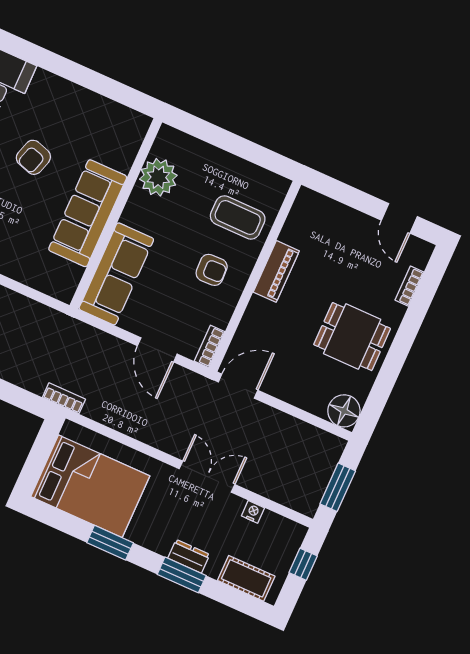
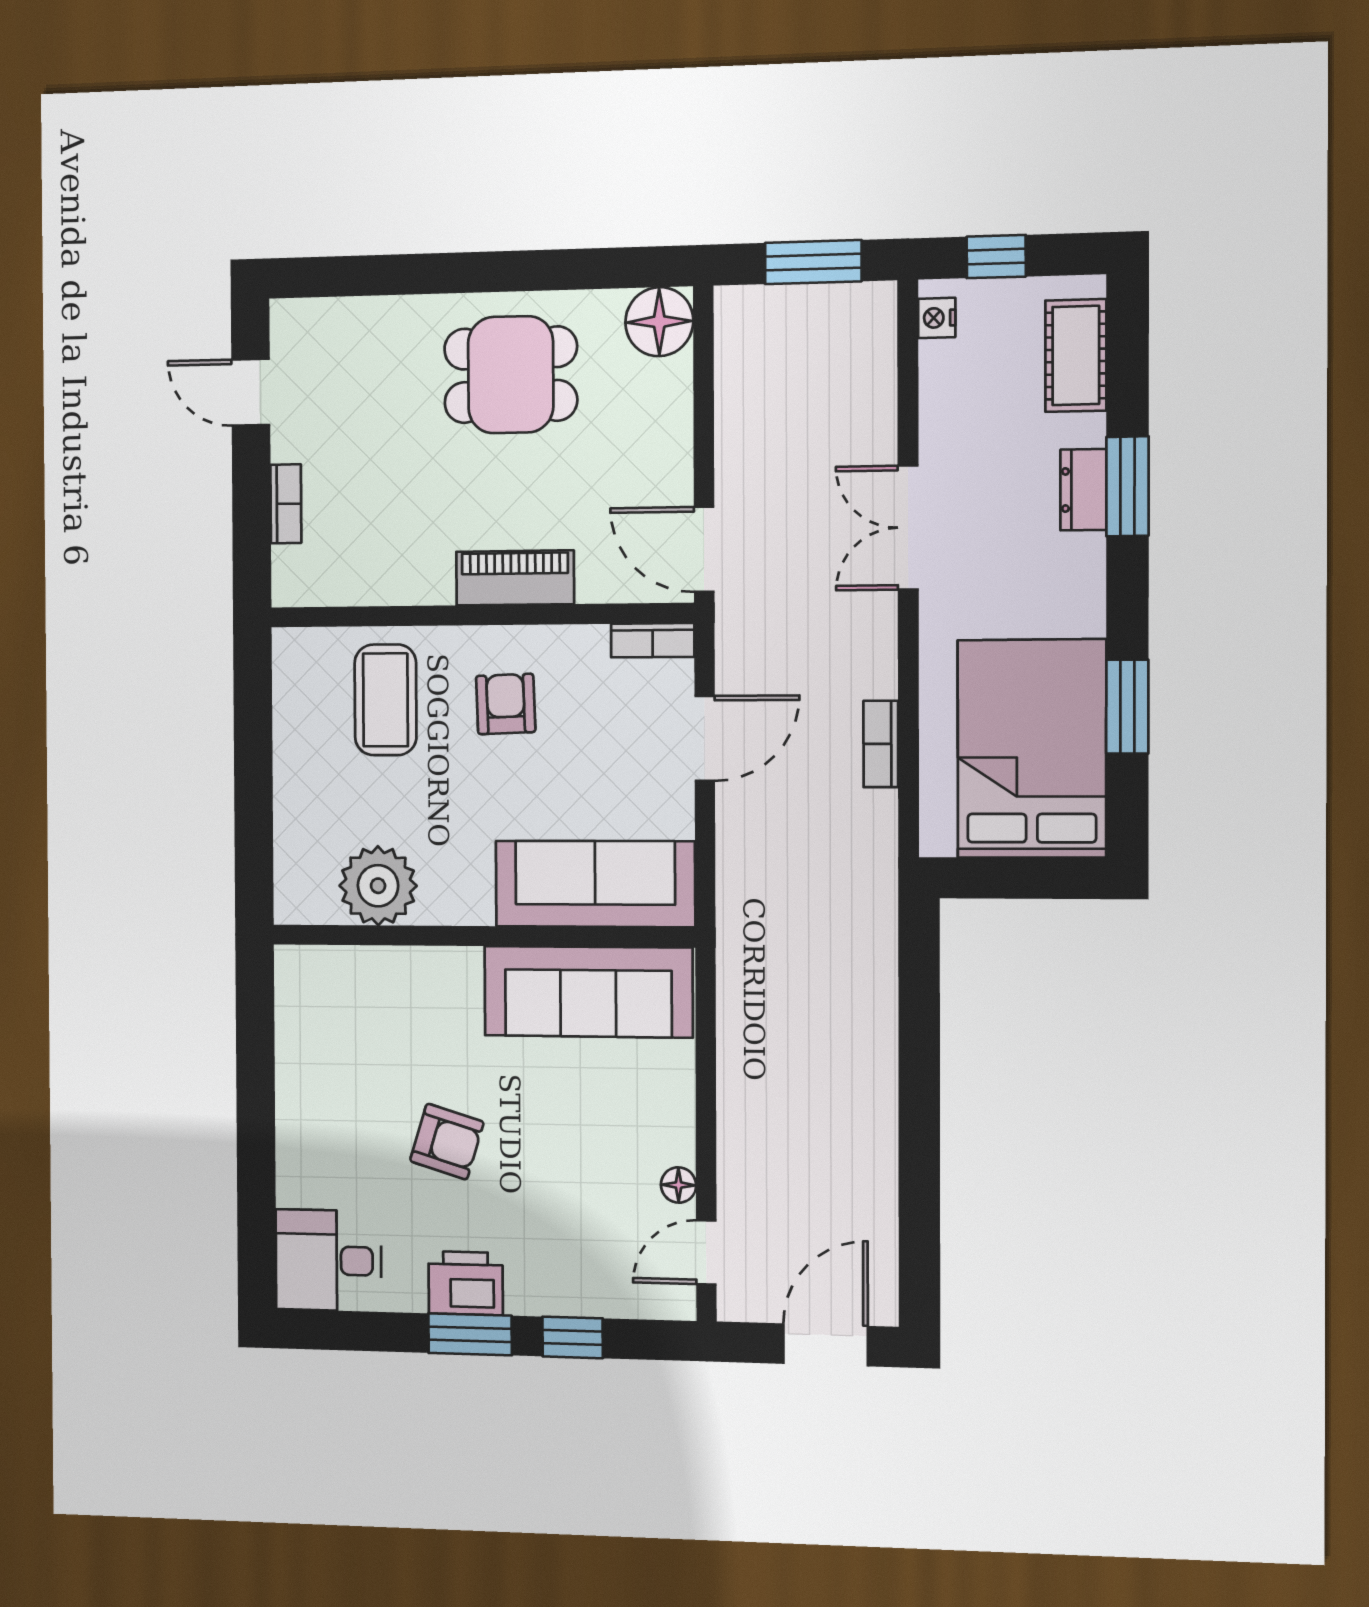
sofa: (88, 213) -> (588, 992), moved
door: (399, 218) -> (251, 392), swing flipped
piano: (276, 271) -> (515, 578), moved
bookcase: (409, 286) -> (286, 504), moved, turned -90
dining table: (352, 337) -> (511, 375), turned 90
bookcase: (64, 398) -> (881, 744), moved
nightstand: (253, 512) -> (937, 318), moved
window: (110, 543) -> (1127, 707), moved

